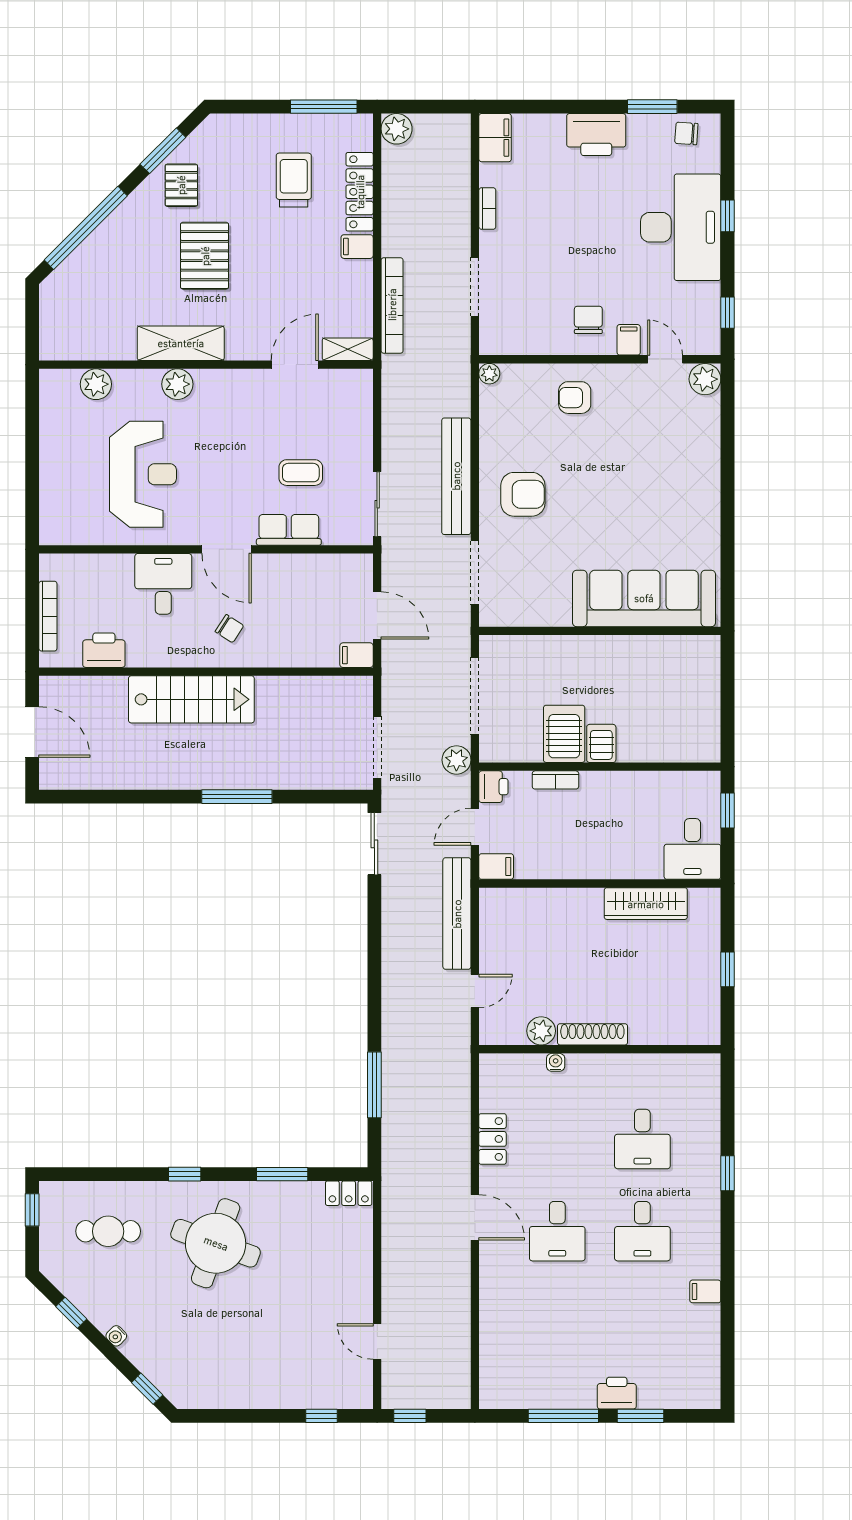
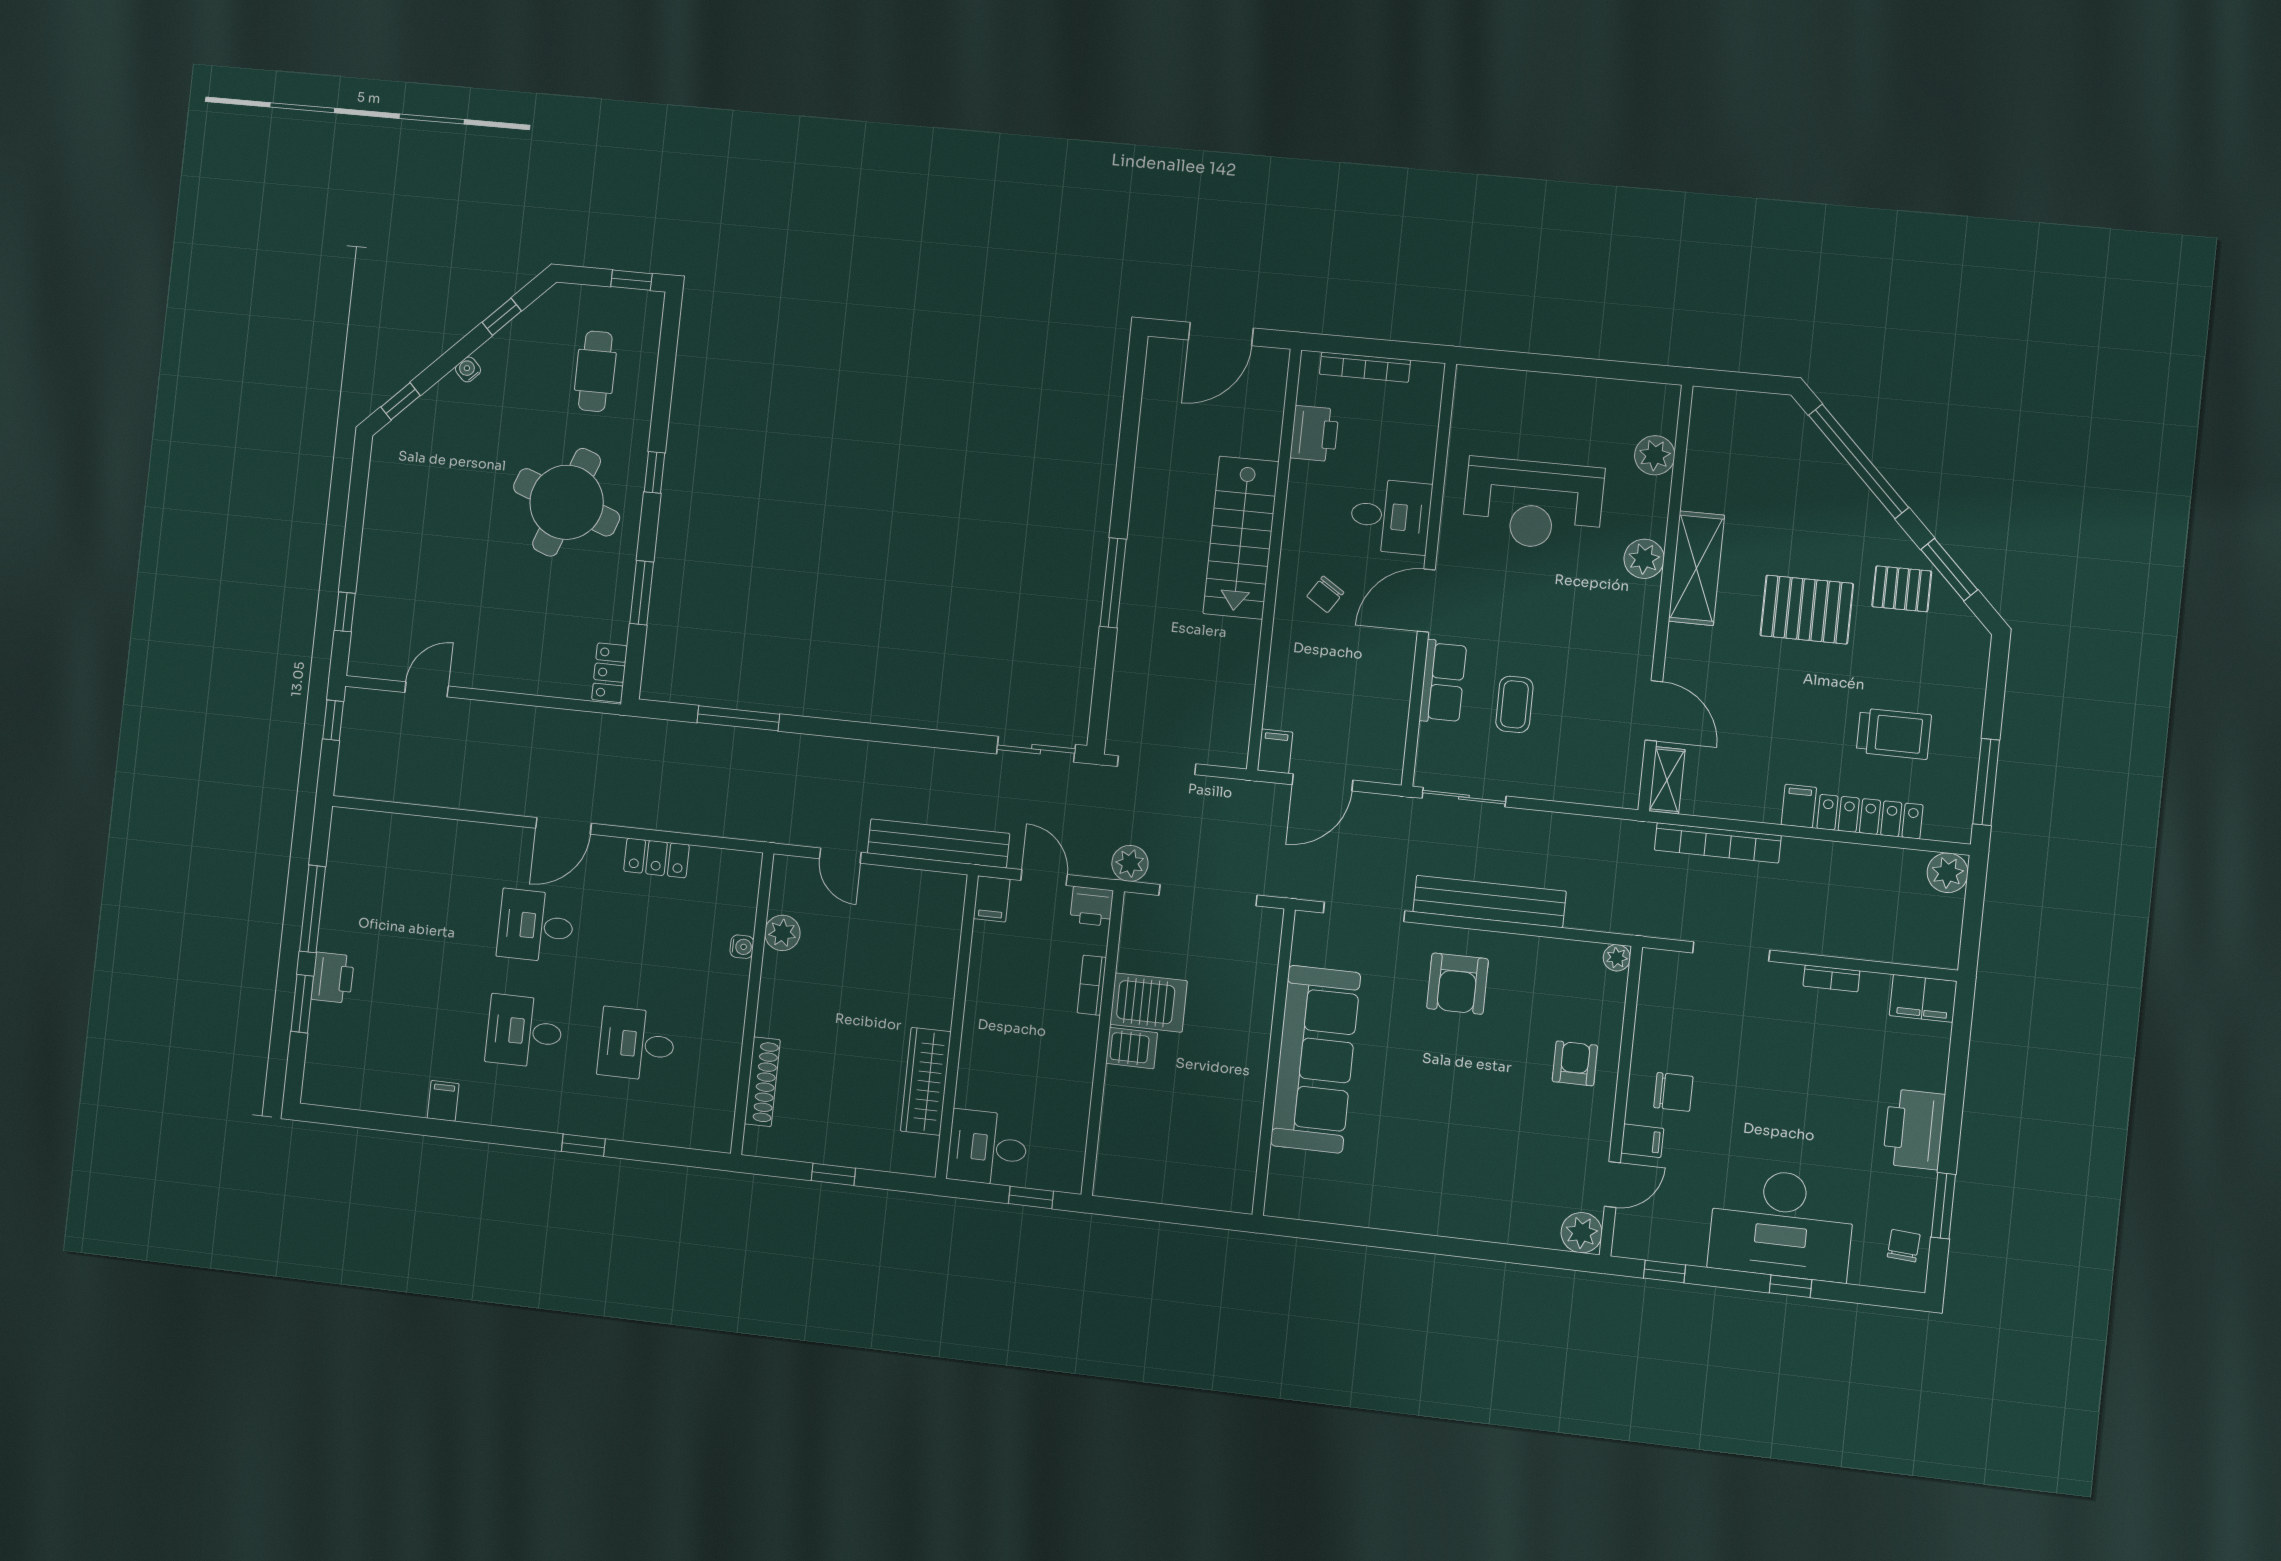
sofa: (644, 598) -> (1316, 1059), moved
shoe rack: (592, 1034) -> (762, 1082), moved

